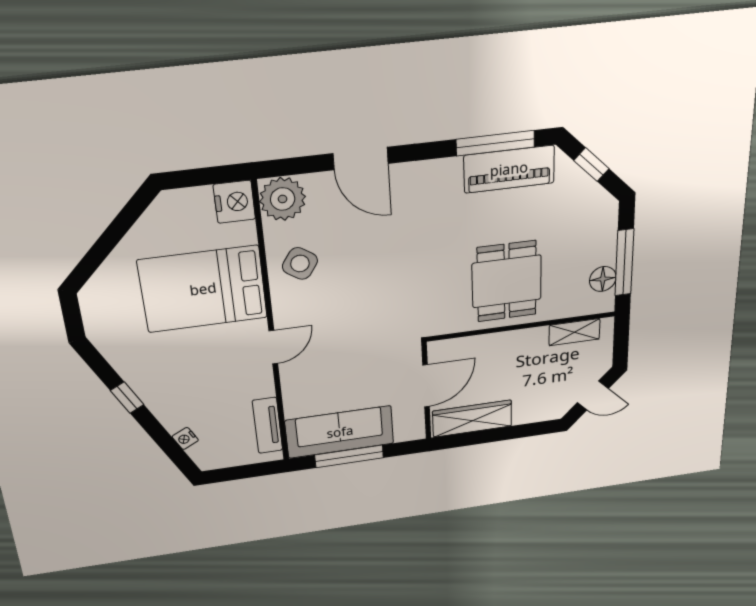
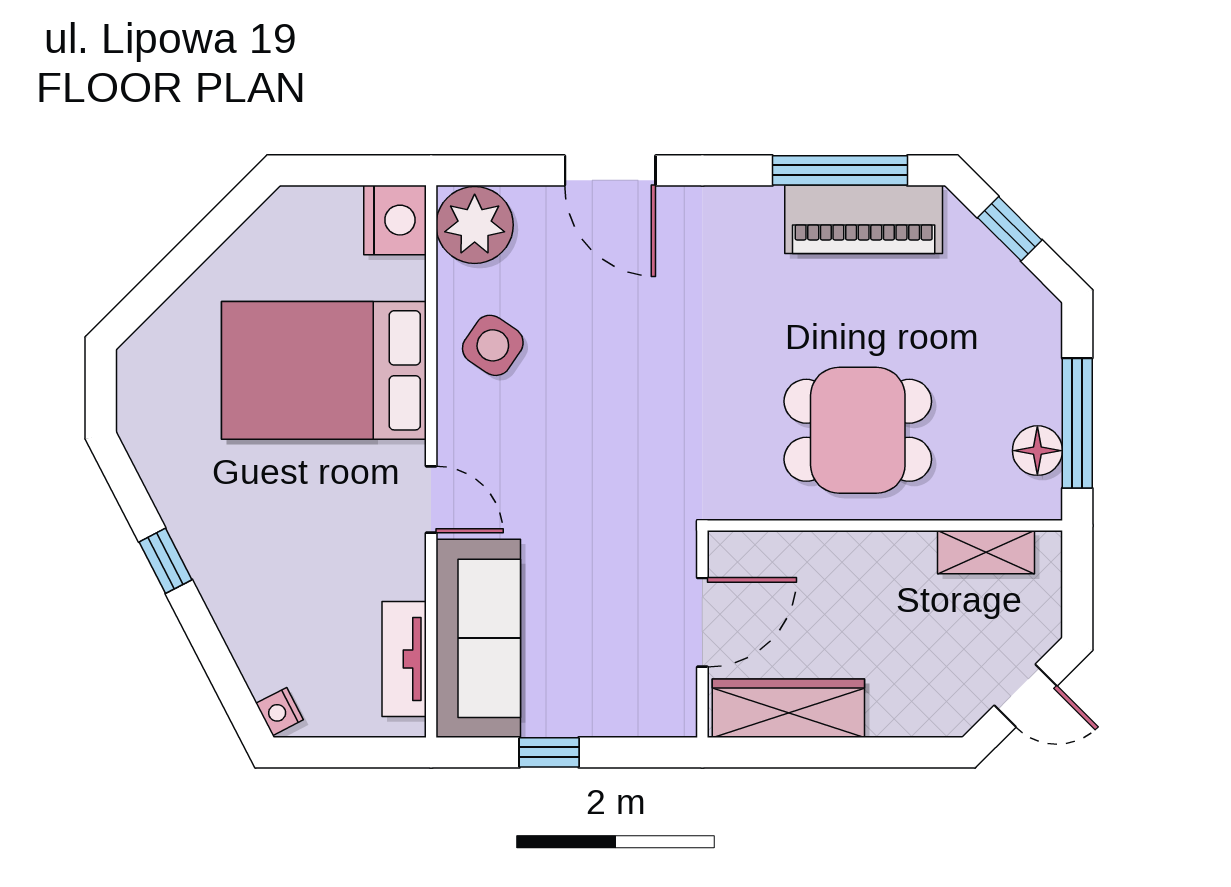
dining table: (507, 281) -> (858, 430), turned 90
door: (273, 347) -> (431, 500), hinge flipped
sofa: (340, 432) -> (478, 638), moved, turned 90
nightstand: (185, 438) -> (280, 712), moved
window: (349, 456) -> (549, 752), width x0.46

